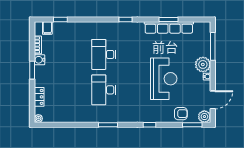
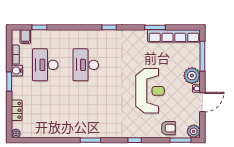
row of seats: (169, 27) -> (174, 36), moved
desk: (104, 90) -> (45, 65), moved
door: (213, 100) -> (202, 102), moved

